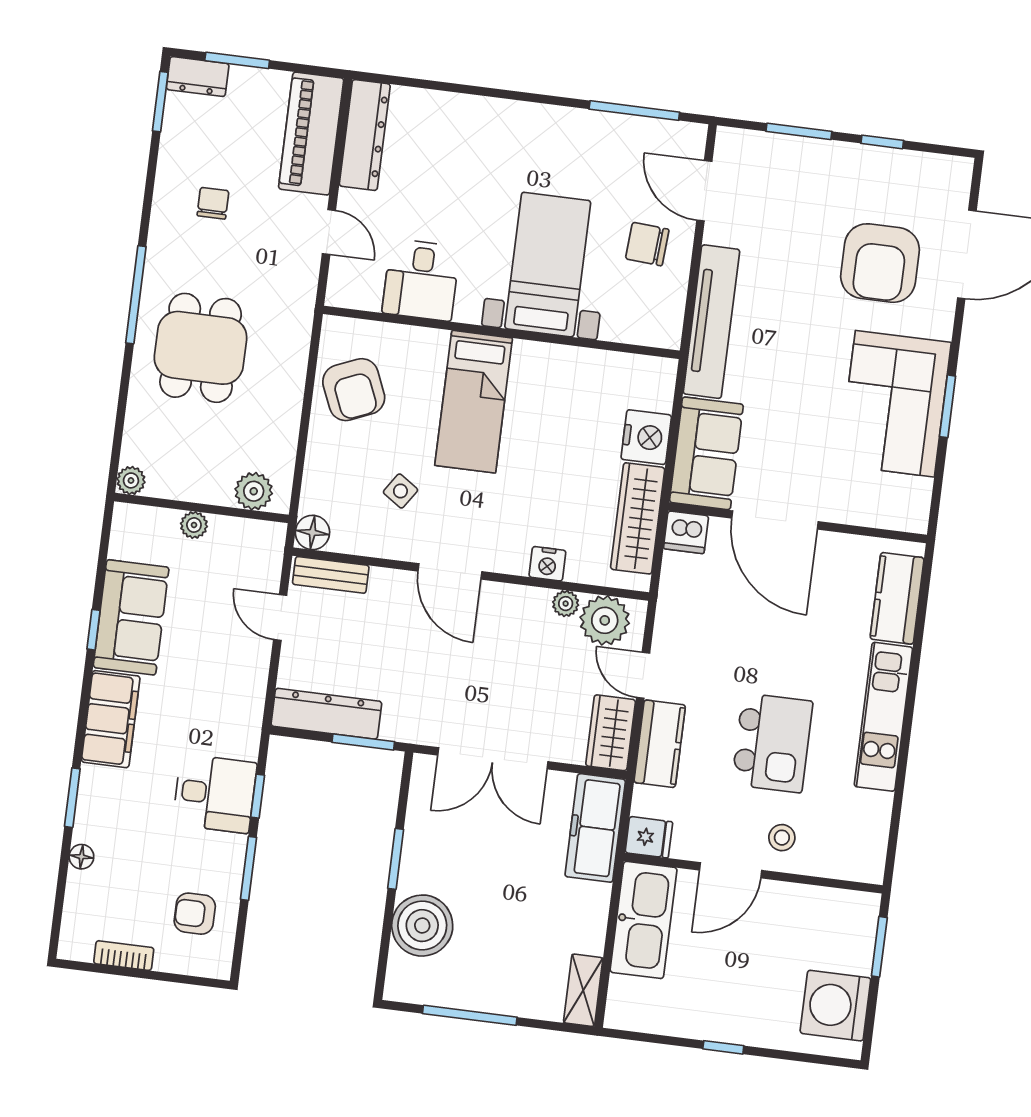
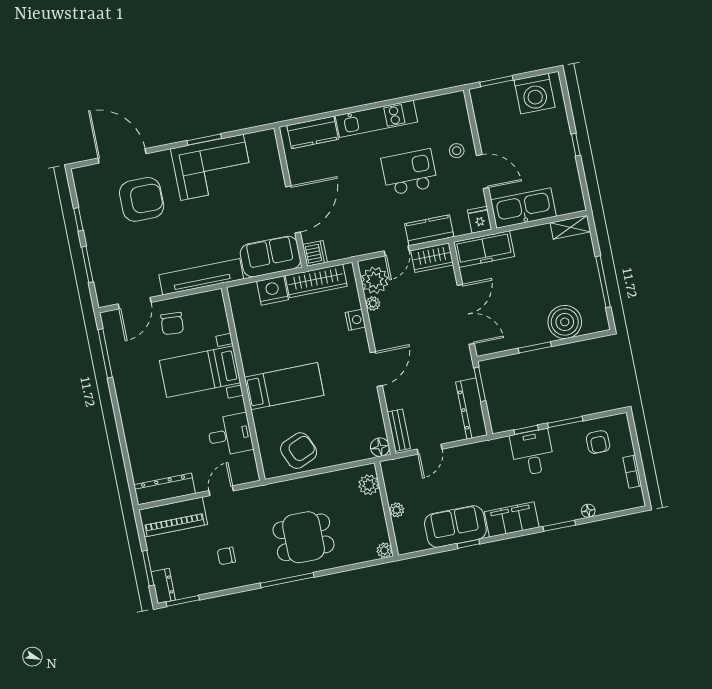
side table: (400, 491) -> (343, 409), removed

